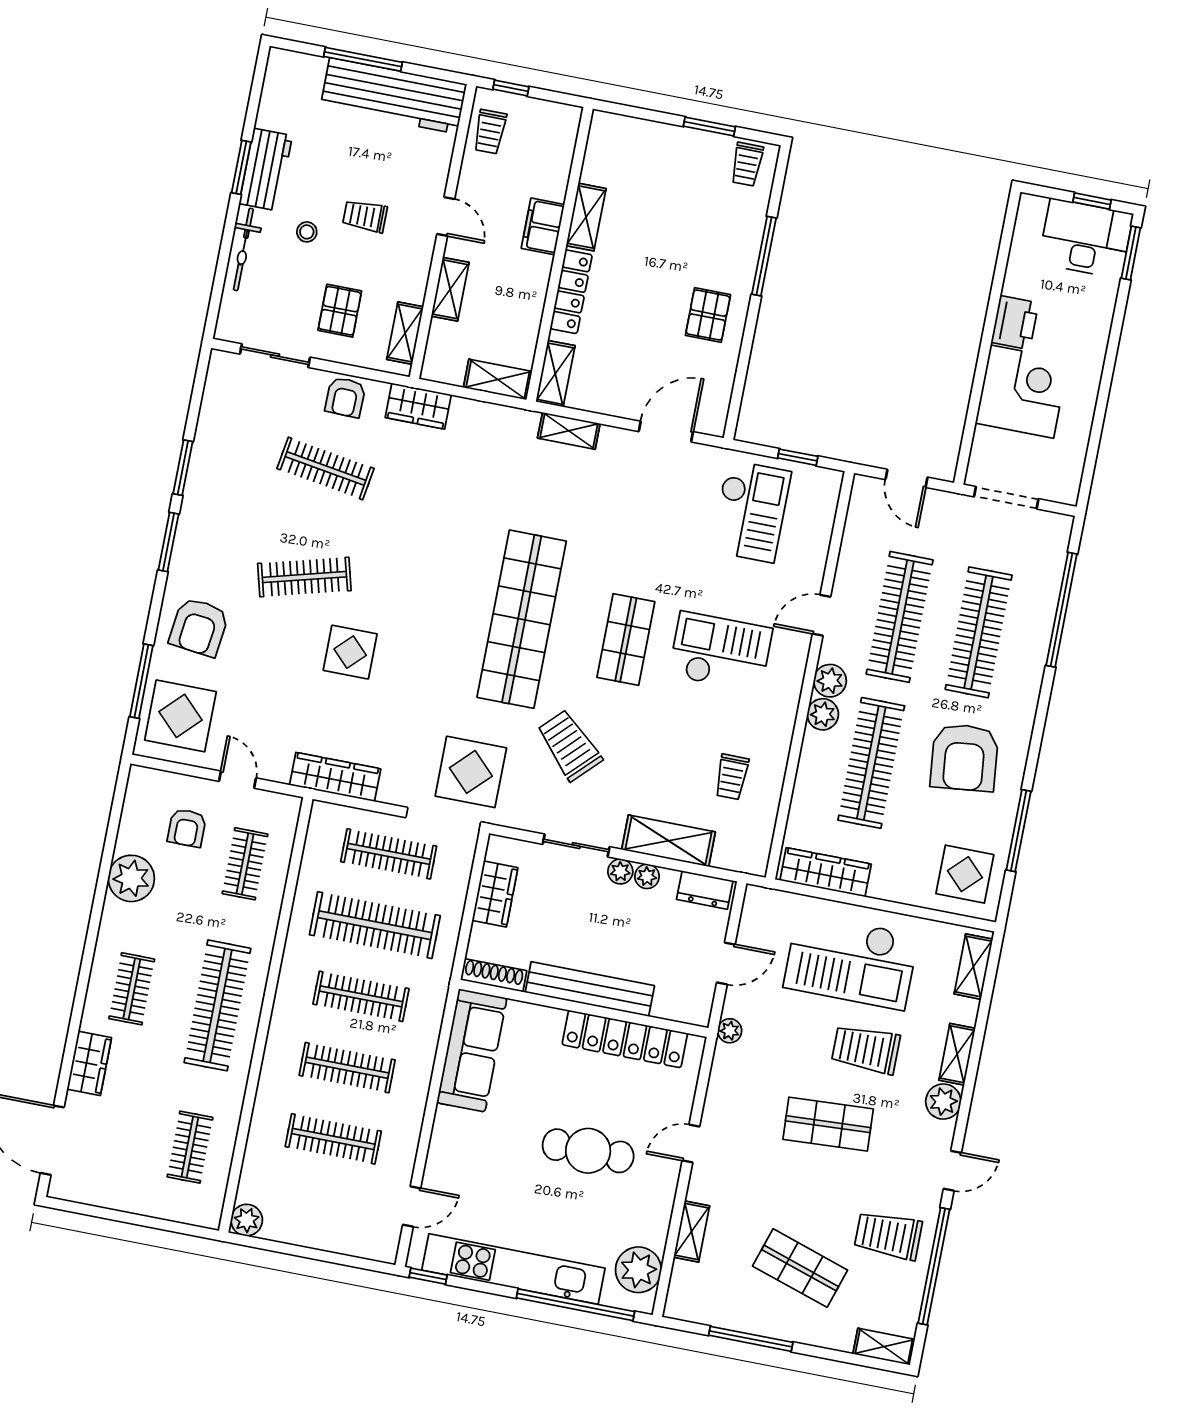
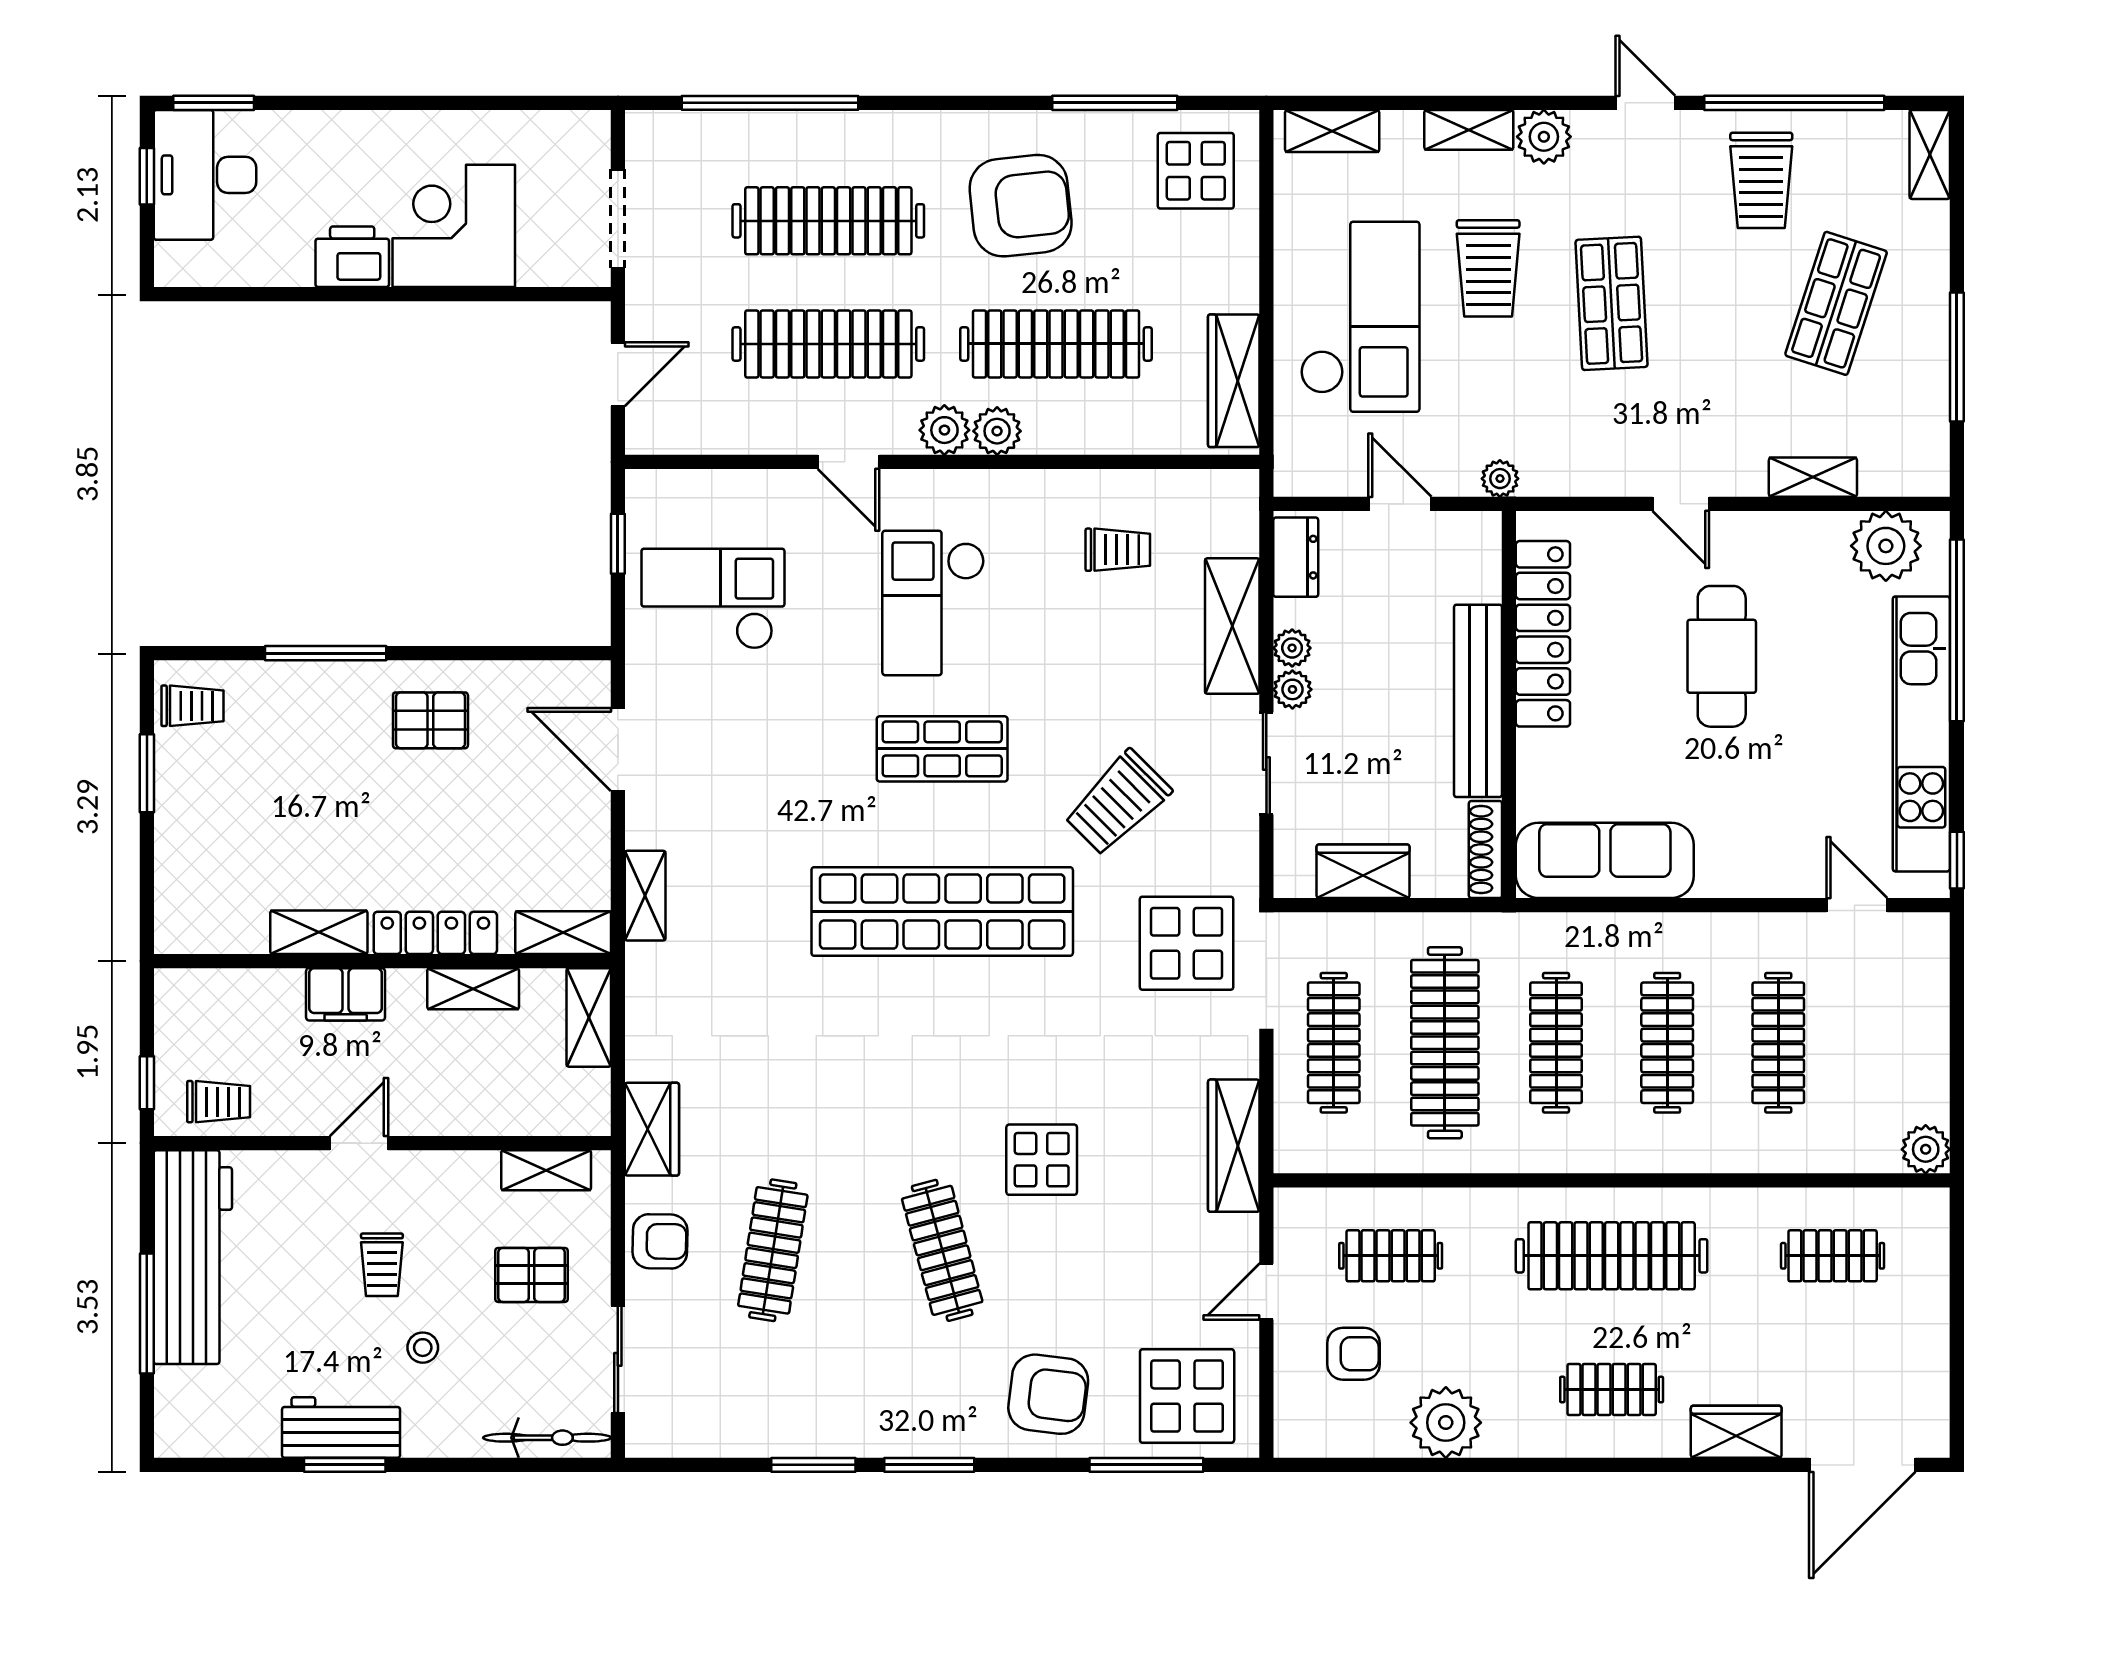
bicycle: (243, 249) -> (547, 1438), moved
shelving: (450, 289) -> (473, 989), moved

